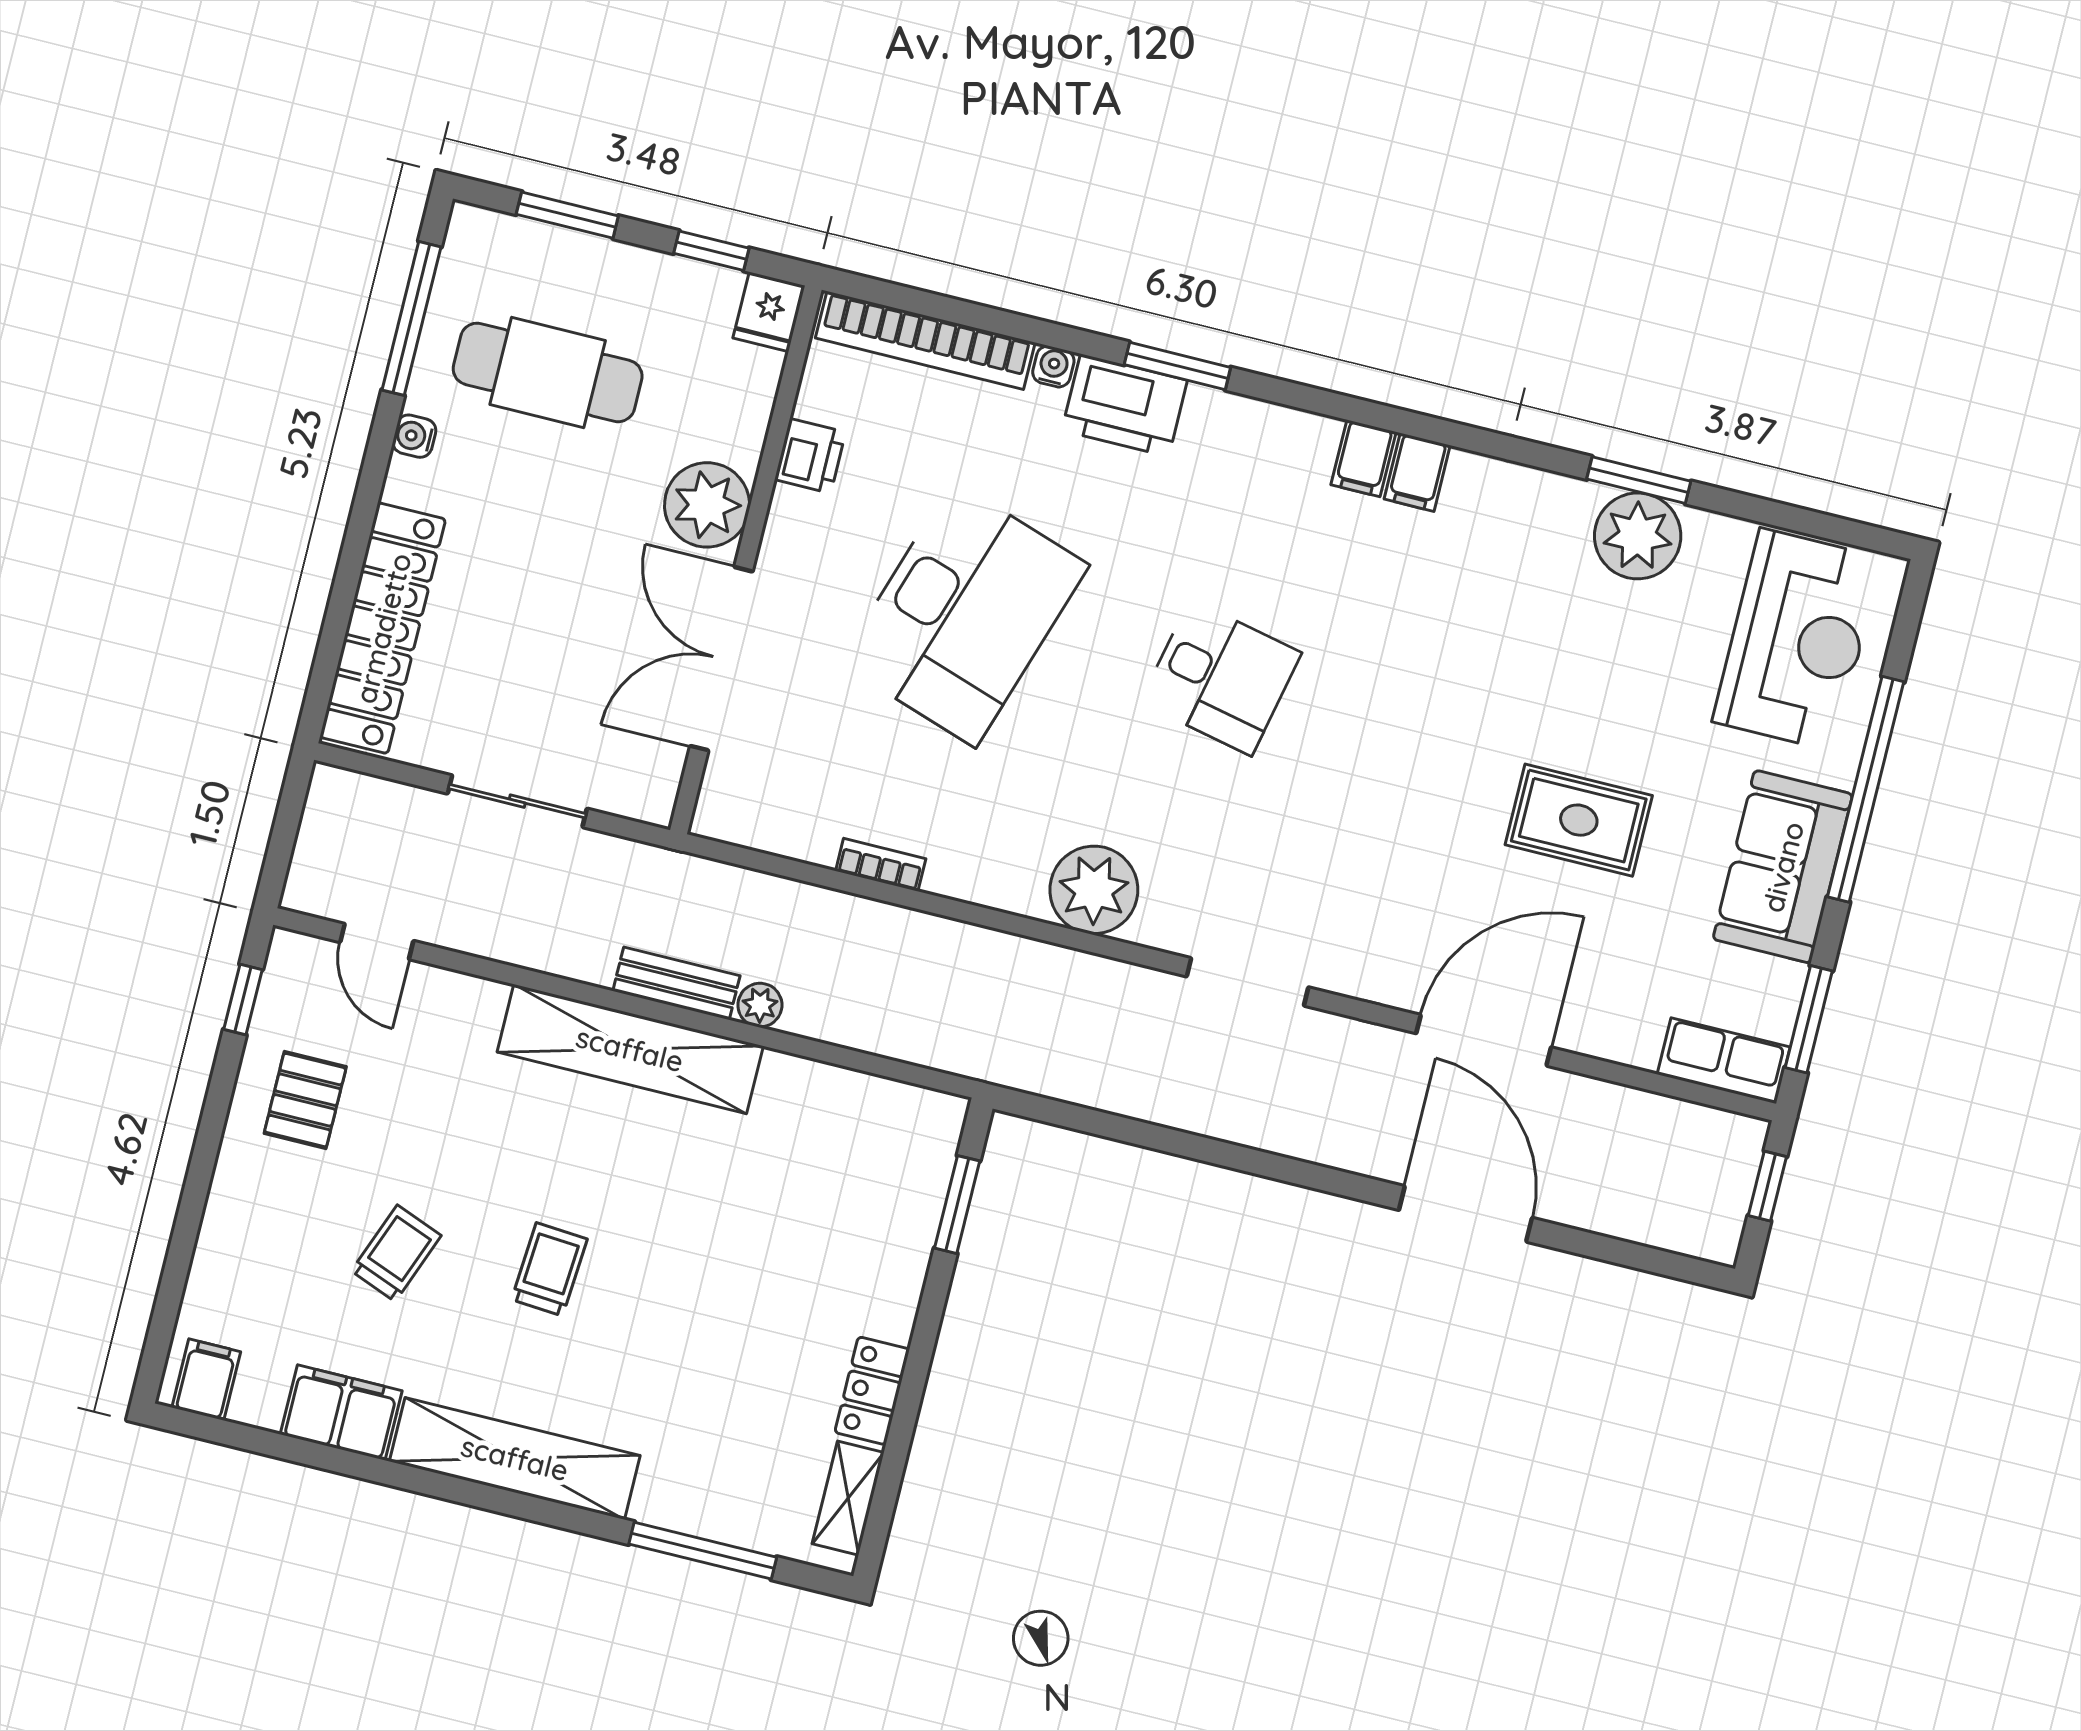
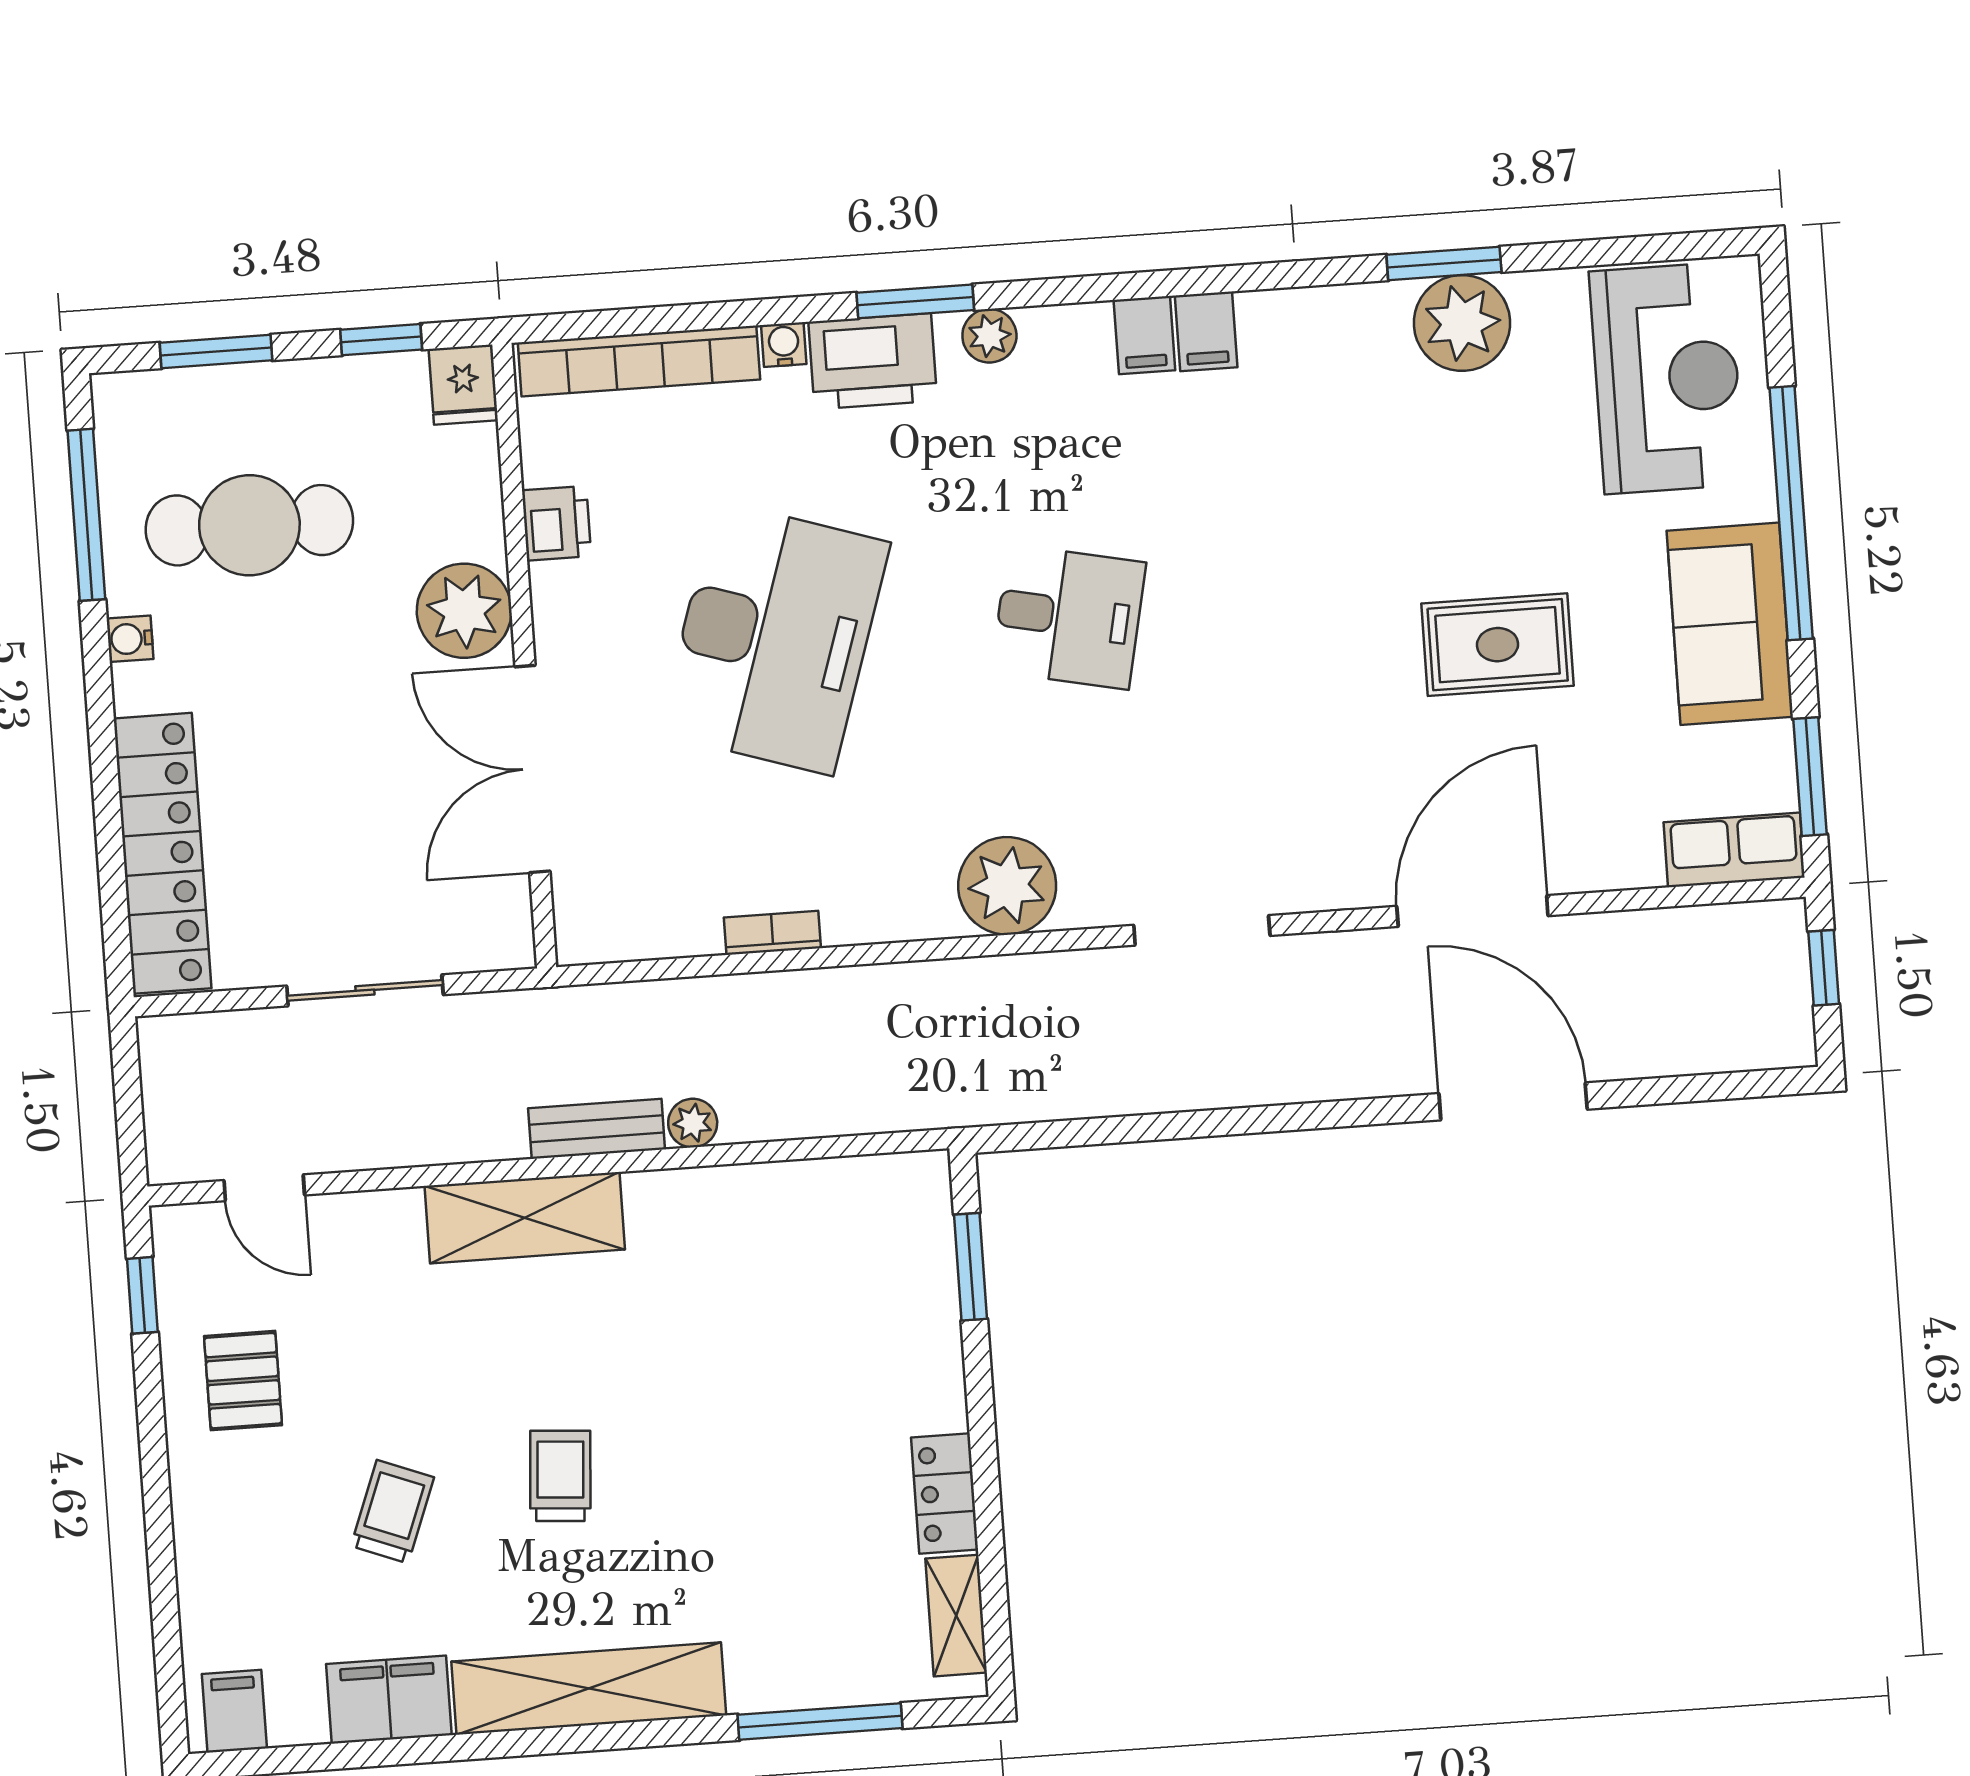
plant: (1231, 416) -> (989, 336), added
shelving: (630, 1049) -> (525, 1218), width x0.68

